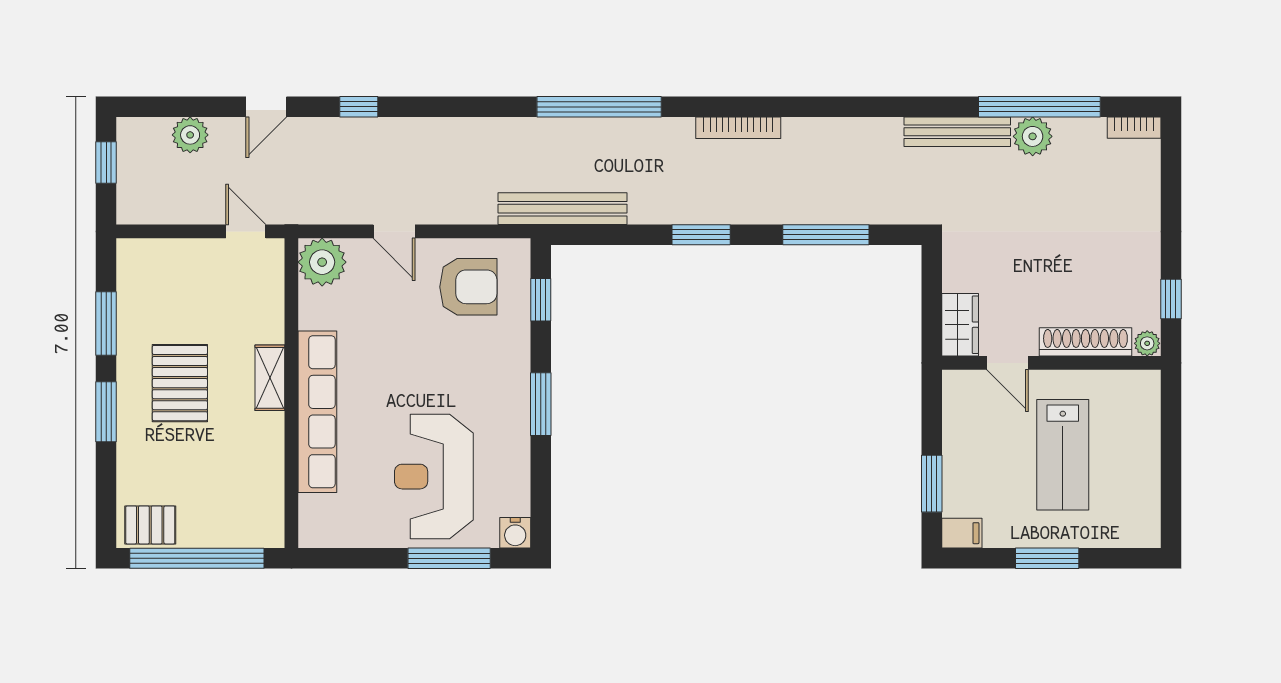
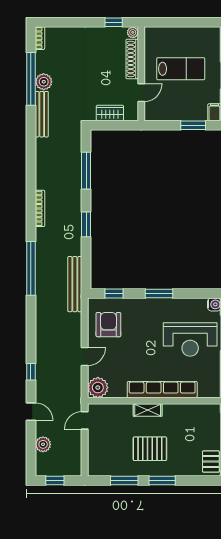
wardrobe: (960, 325) -> (110, 113), moved

